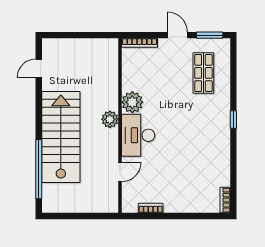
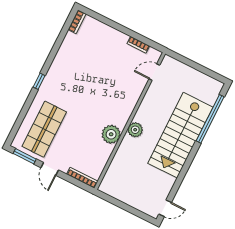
door: (39, 68) -> (165, 208), moved
shop shelf: (203, 73) -> (44, 129), width x1.43, depth x1.36
desk: (138, 135) -> (120, 106), removed
door: (120, 172) -> (154, 72), moved

